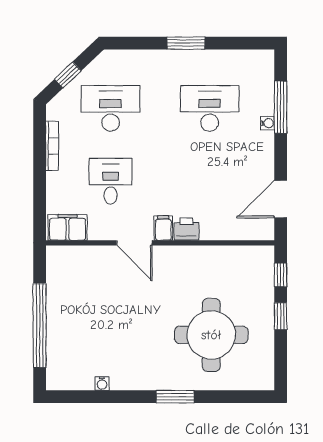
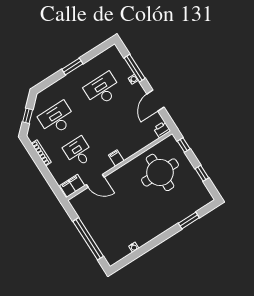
door: (281, 199) -> (155, 101), moved
printer: (186, 229) -> (162, 129), moved
door: (134, 243) -> (95, 181), moved
window: (281, 316) -> (202, 173), moved
round table: (211, 335) -> (160, 172), moved
window: (175, 397) -> (189, 220), moved

